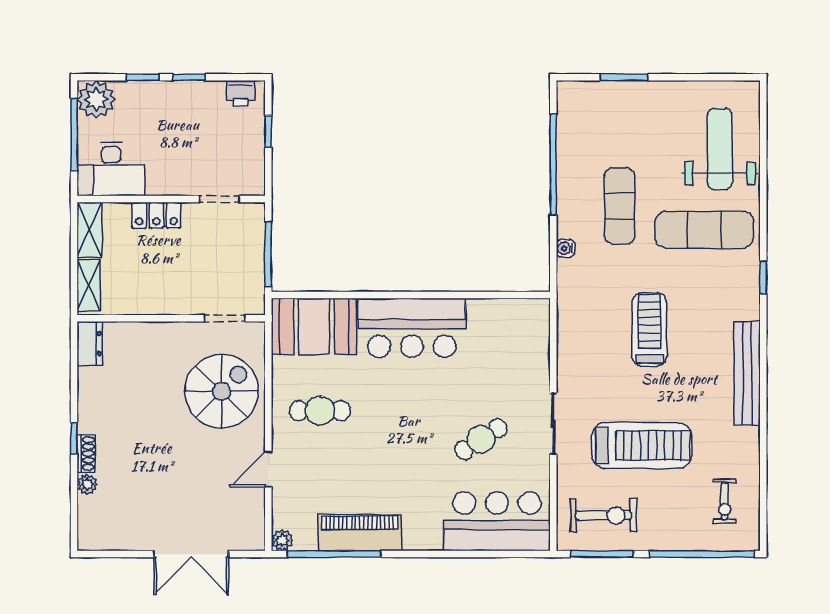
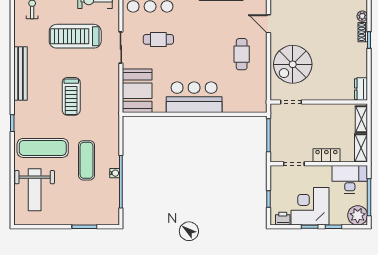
corner desk: (188, 117) -> (310, 206), added
water cooler: (565, 248) -> (115, 173), moved
booth: (314, 326) -> (137, 91), moved, turned 90
cafe table: (320, 411) -> (242, 54), turned 90
cafe table: (481, 439) -> (158, 39), turned 33
door: (268, 469) -> (268, 24), swing flipped

